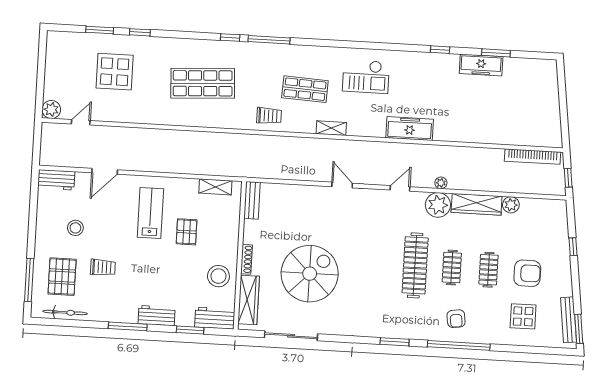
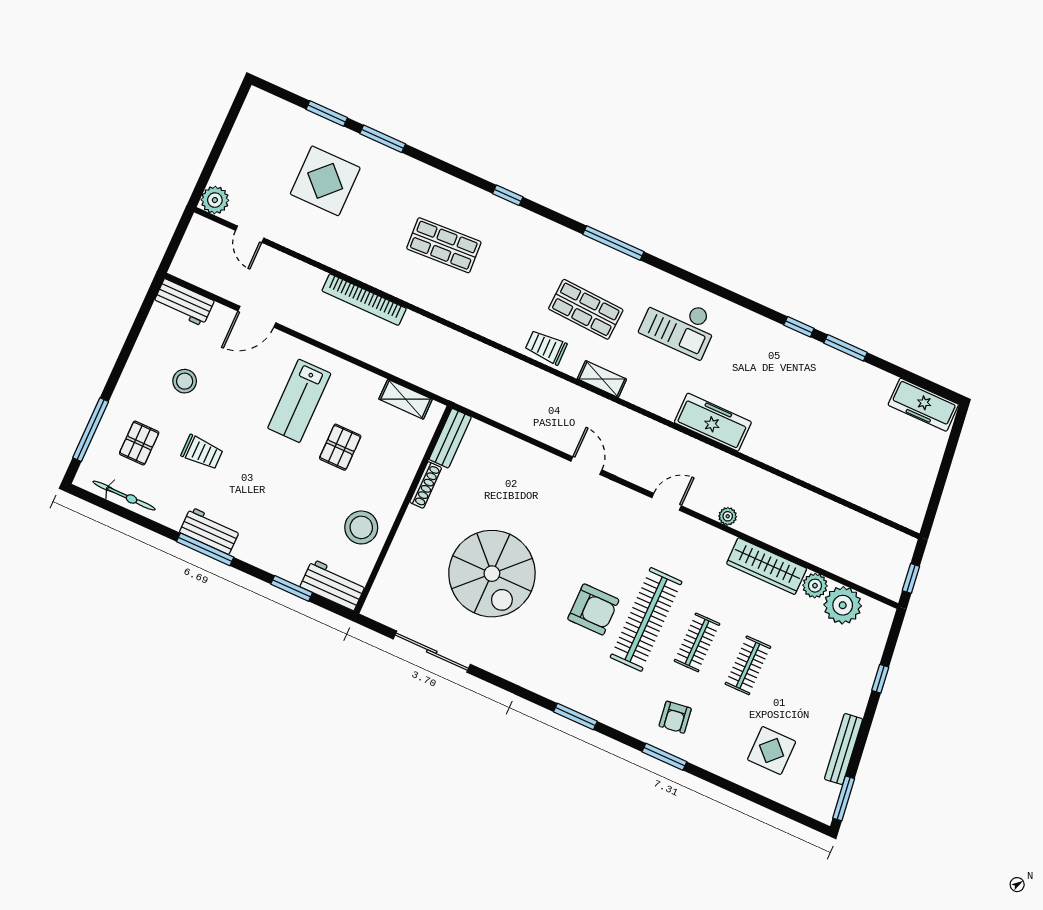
window: (140, 32) -> (383, 139), width x1.50
window: (269, 40) -> (613, 243), moved
window: (496, 53) -> (846, 348), moved
freezer: (481, 65) -> (923, 405), moved
shop shelf: (203, 83) -> (444, 245), width x0.70, depth x0.74
trolley: (269, 116) -> (546, 347), moved, turned 180
door: (81, 122) -> (250, 234), swing flipped
bookcase: (533, 157) -> (364, 300), moved
plant: (438, 205) -> (843, 605), moved
lab bench: (150, 213) -> (299, 401), turned 180
shoe rack: (247, 259) -> (426, 485), moved
armchair: (527, 273) -> (593, 609), moved
spiral stairs: (310, 274) -> (492, 574), turned 90
pallet: (62, 277) -> (139, 443), width x0.67, depth x0.71
wardrobe: (249, 300) -> (391, 578), removed
workbench: (157, 316) -> (210, 531), moved
bench: (568, 320) -> (844, 749), moved
window: (459, 345) -> (664, 757), width x0.47

